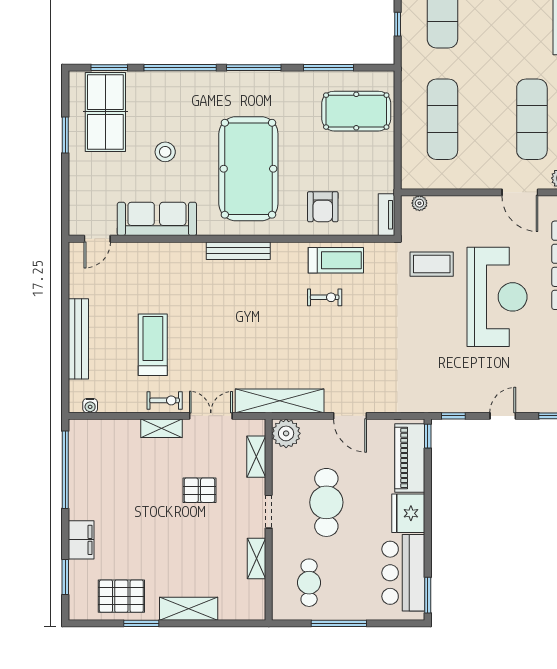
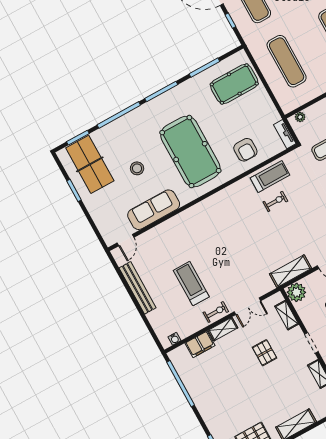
bench: (238, 251) -> (211, 202), removed
bench: (78, 339) -> (138, 288), moved
shelving: (280, 401) -> (290, 271), width x0.68
double door: (211, 416) -> (247, 306), swing flipped
pallet: (199, 490) -> (265, 353), turned 90
filing cabinet: (81, 540) -> (200, 344), moved, turned 90

